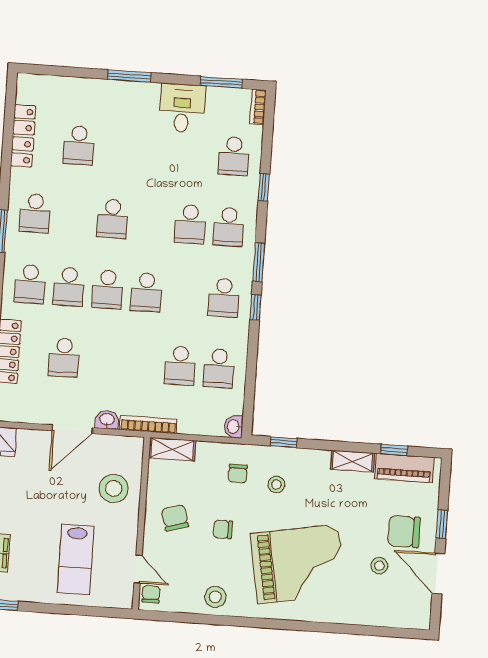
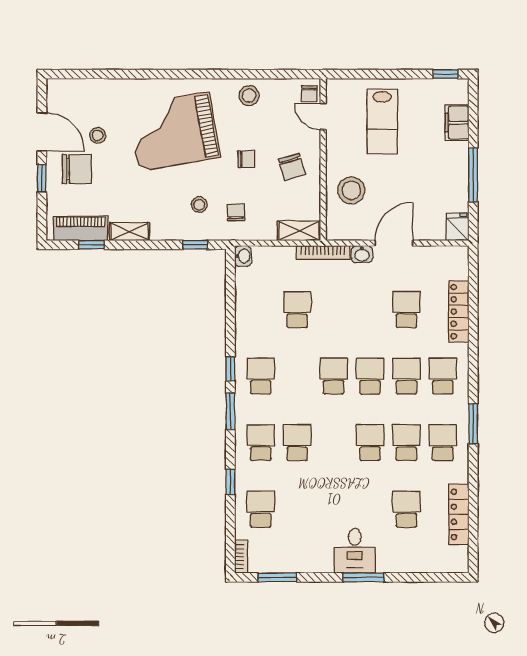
desk: (182, 108) -> (355, 551), moved
school desk: (219, 368) -> (406, 443), moved
lab bench: (76, 559) -> (382, 121), turned 180

